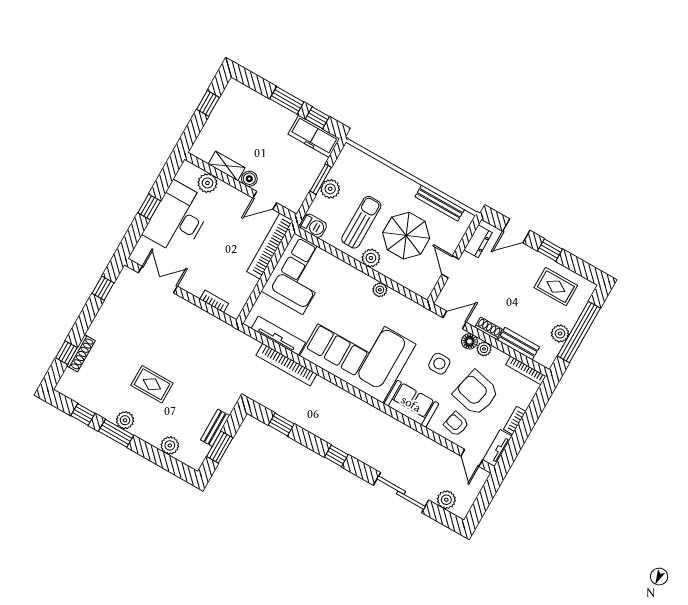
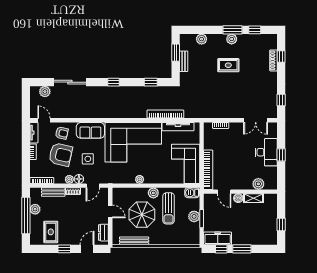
door: (265, 200) -> (224, 192), swing flipped
desk: (178, 218) -> (266, 152), width x0.73, depth x0.77
rug: (556, 287) -> (51, 232), turned 90

